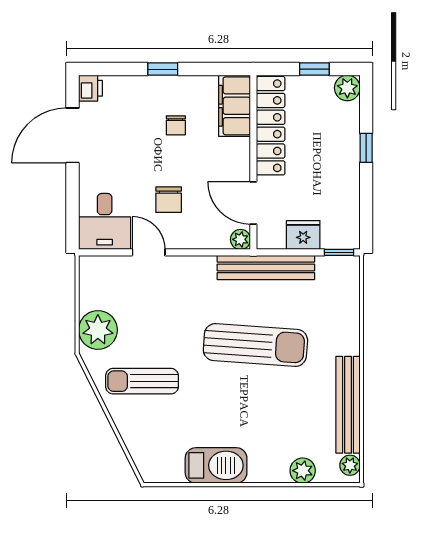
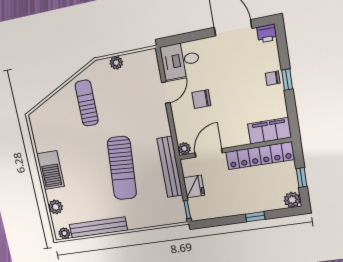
chair: (176, 125) -> (273, 78), moved
plant: (98, 330) -> (116, 63), width x0.53, depth x0.53
barbecue: (216, 465) -> (50, 170), moved

